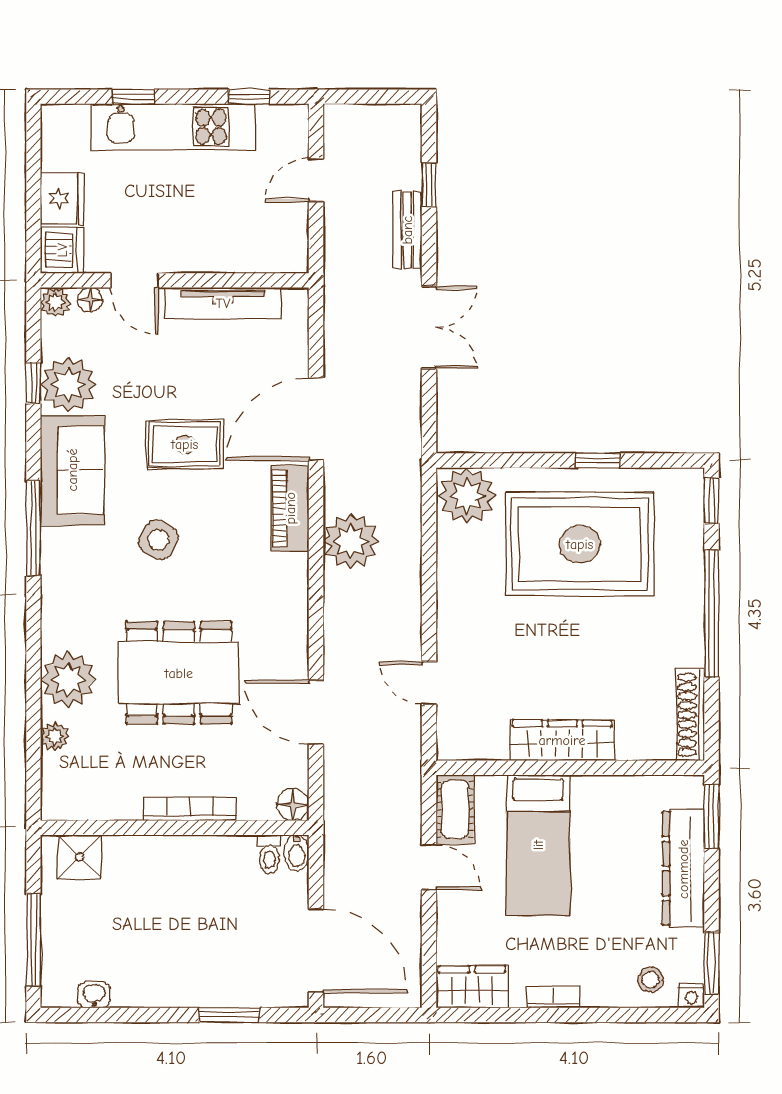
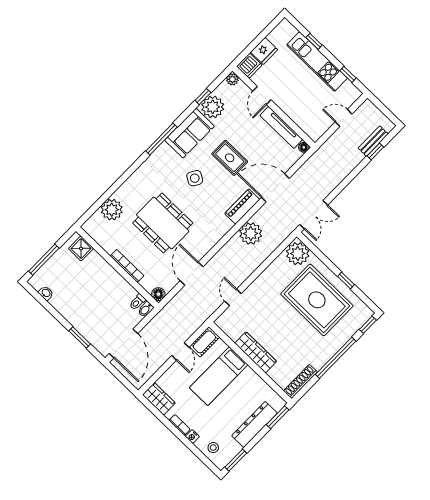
bench: (407, 230) -> (373, 141), moved
floor lamp: (90, 300) -> (304, 147), moved
double door: (429, 327) -> (314, 215), moved
plant: (68, 679) -> (128, 193), removed
plant: (55, 737) -> (112, 210), width x1.87, depth x1.87
nightstand: (692, 996) -> (192, 437), moved

